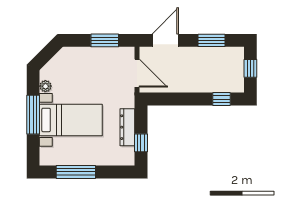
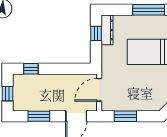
door: (137, 73) -> (99, 90), hinge flipped
dresser: (127, 127) -> (107, 30), moved

